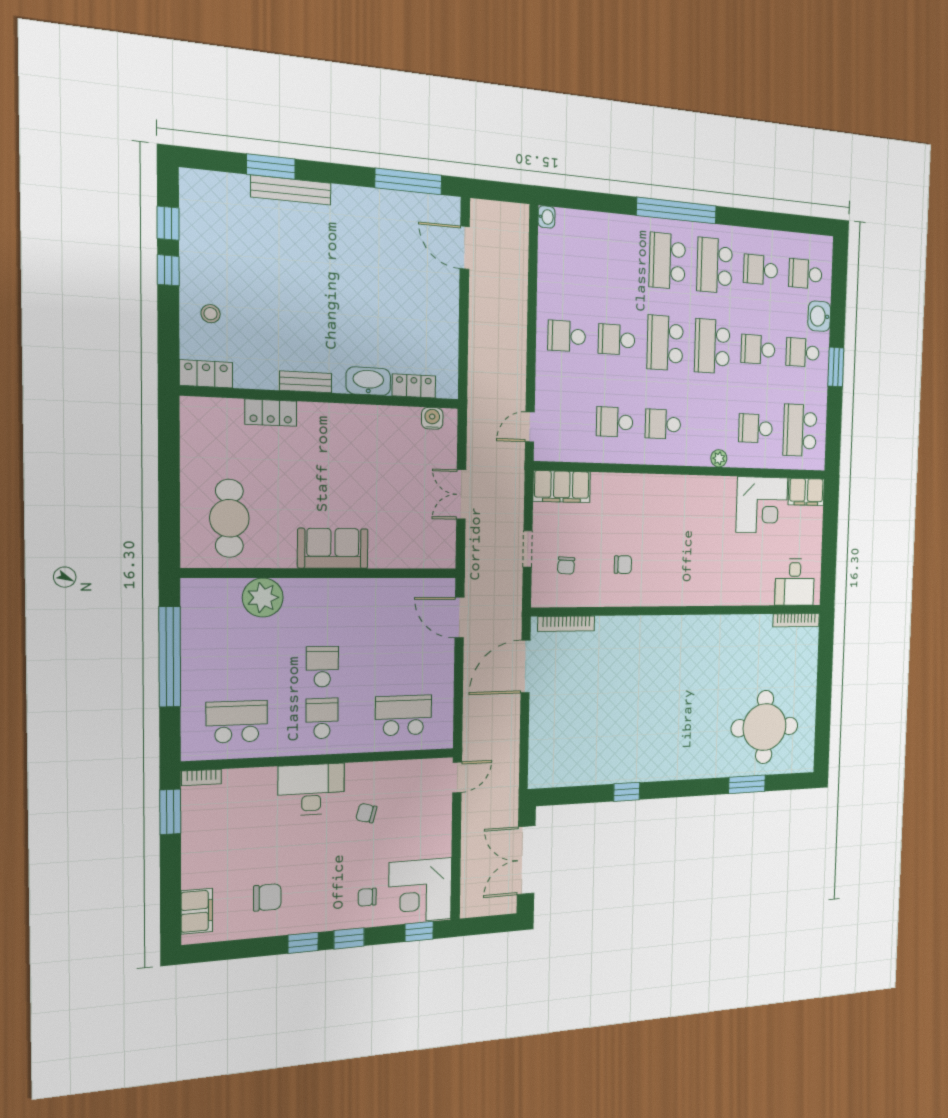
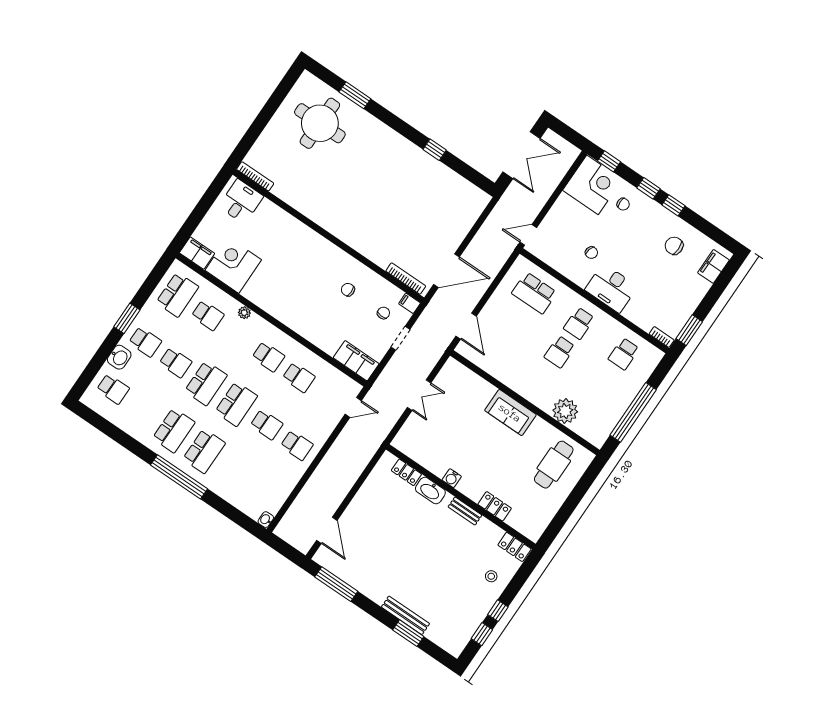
school desk: (761, 270) -> (143, 410), removed
water cooler: (432, 418) -> (452, 478), moved
filing cabinet: (543, 598) -> (410, 303), added
school desk: (237, 722) -> (624, 354), width x0.54

